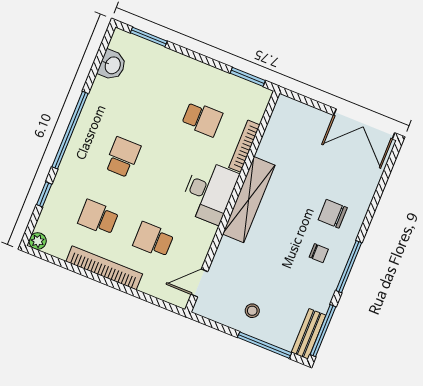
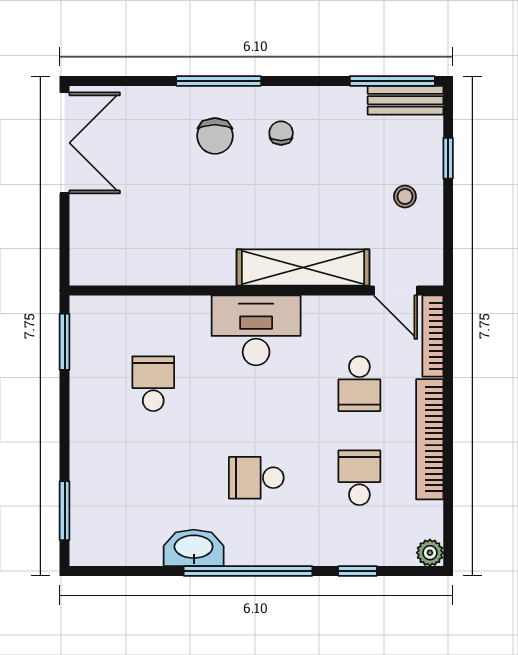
washbasin: (112, 65) -> (194, 548), moved, width x1.38
bookcase: (244, 146) -> (433, 336), moved, turned 90
shelving: (249, 200) -> (303, 268), moved
school desk: (98, 217) -> (359, 478), turned 180
window: (349, 267) -> (219, 81), moved
window: (264, 345) -> (448, 158), width x0.46

